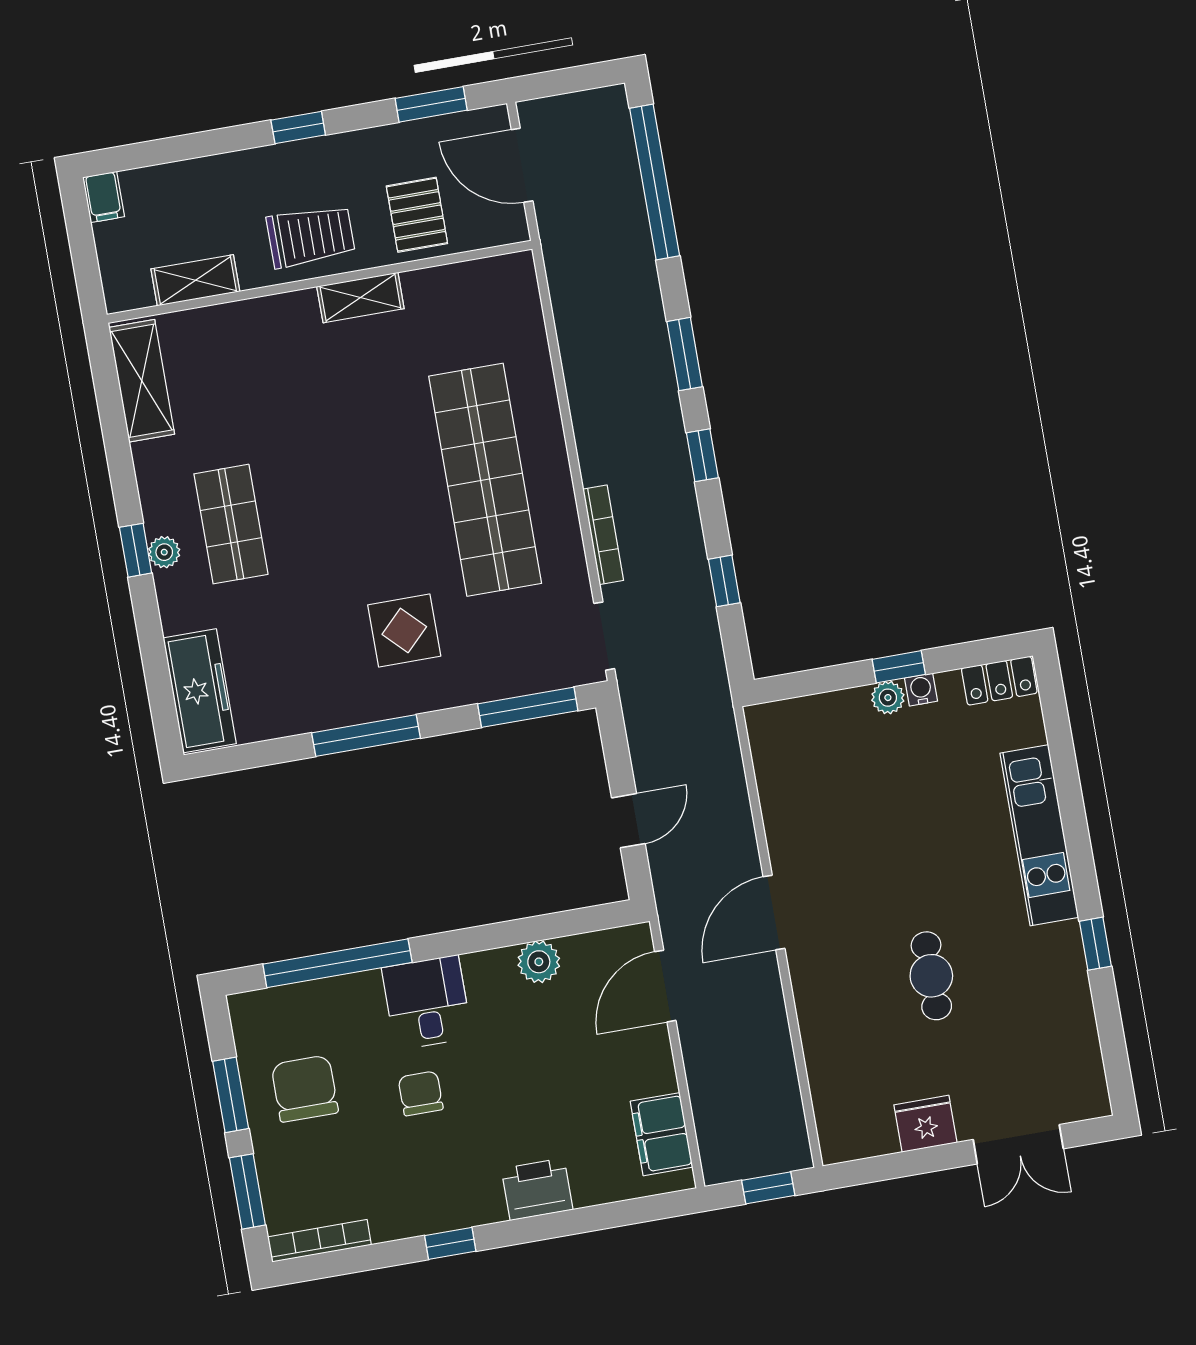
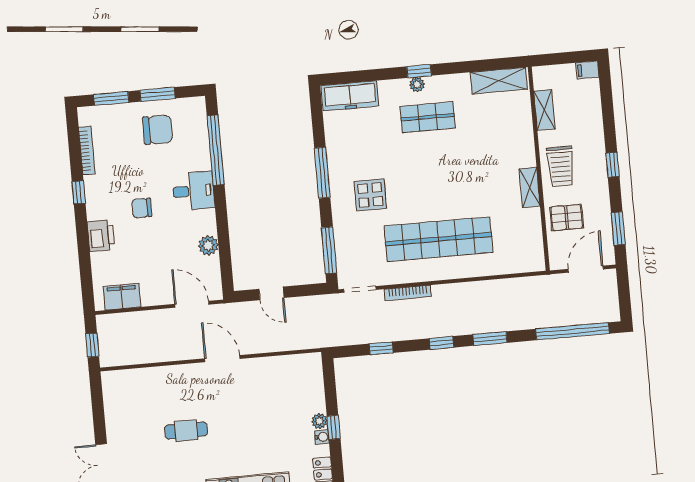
chair: (421, 1093) -> (142, 208), moved, turned 180
fridge: (925, 1124) -> (116, 422), removed
bookcase: (320, 1241) -> (87, 150), moved

